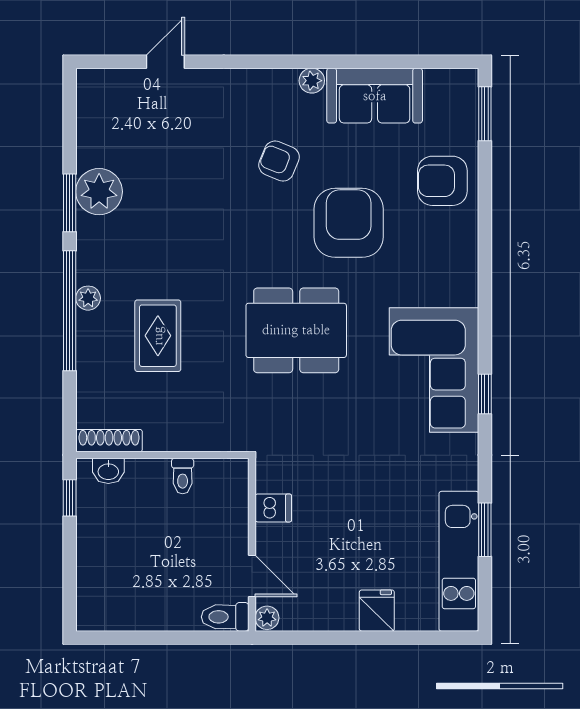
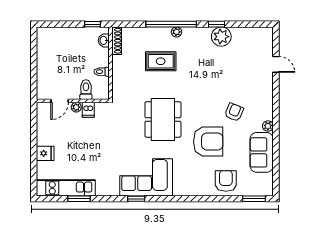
window: (70, 203) -> (216, 24), width x0.67
toilet: (225, 617) -> (86, 90), moved
plant: (267, 618) -> (76, 107), moved

